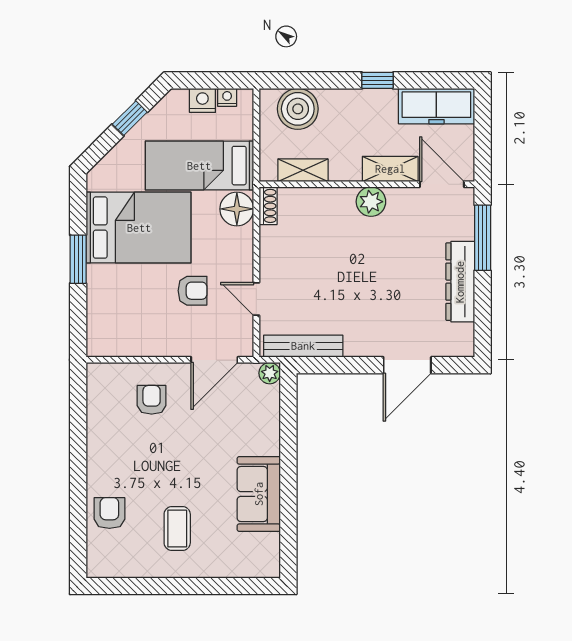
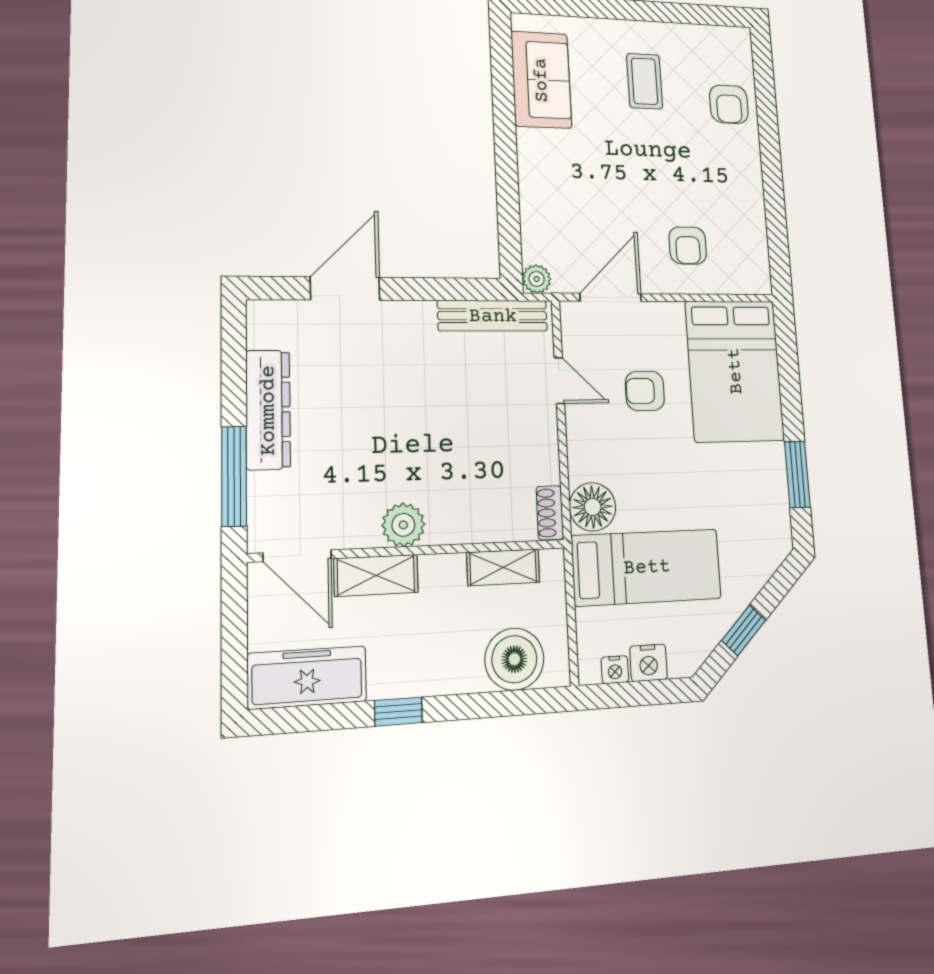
bed: (139, 228) -> (735, 371), moved, turned -90
window: (78, 259) -> (797, 474), moved
sofa: (259, 494) -> (541, 80), moved

